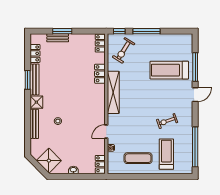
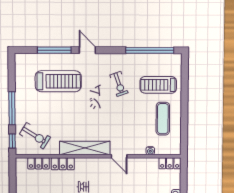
locker: (100, 43) -> (39, 163), moved
treadmill: (169, 70) -> (58, 81), turned -90
door: (106, 132) -> (119, 156), moved

